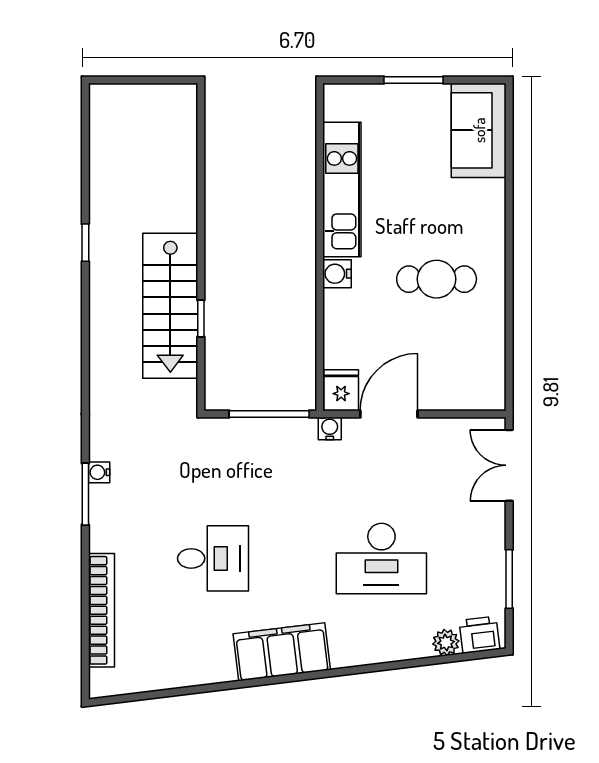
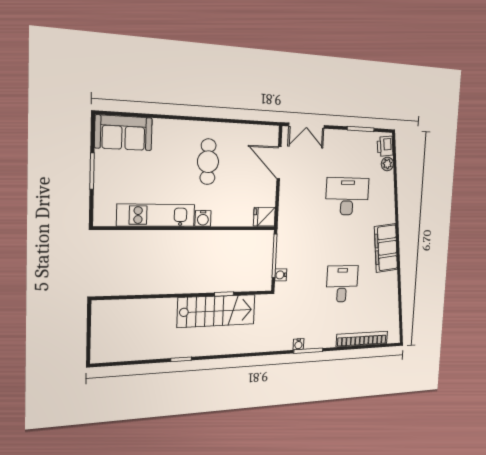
door: (389, 414) -> (279, 163), moved
water cooler: (330, 429) -> (281, 275), moved
desk: (381, 558) -> (347, 196), turned -90

